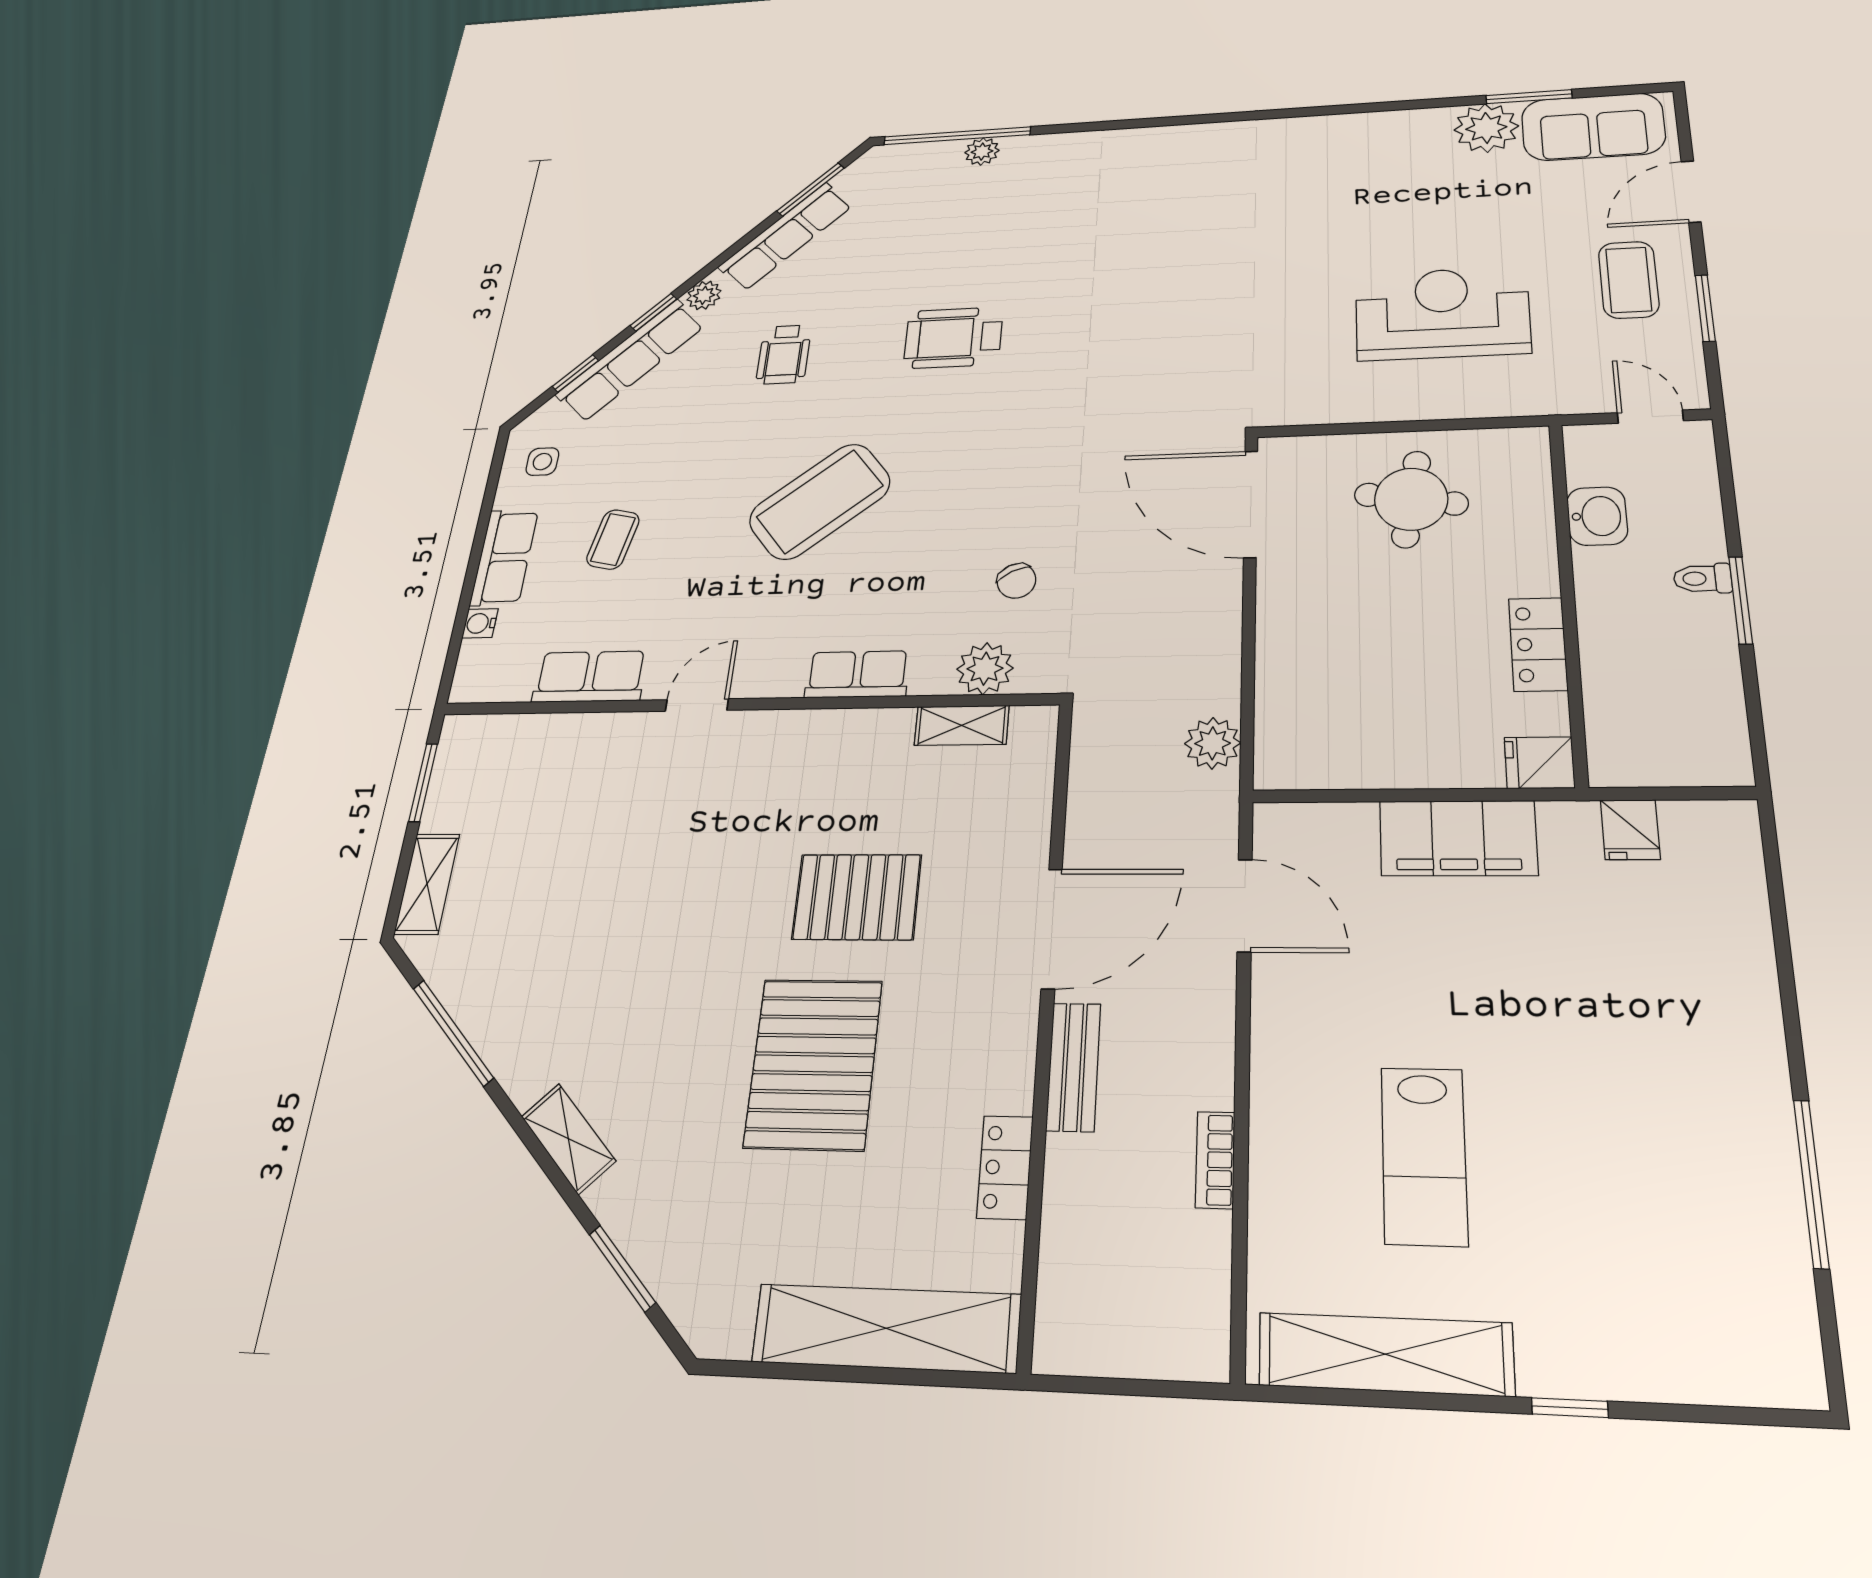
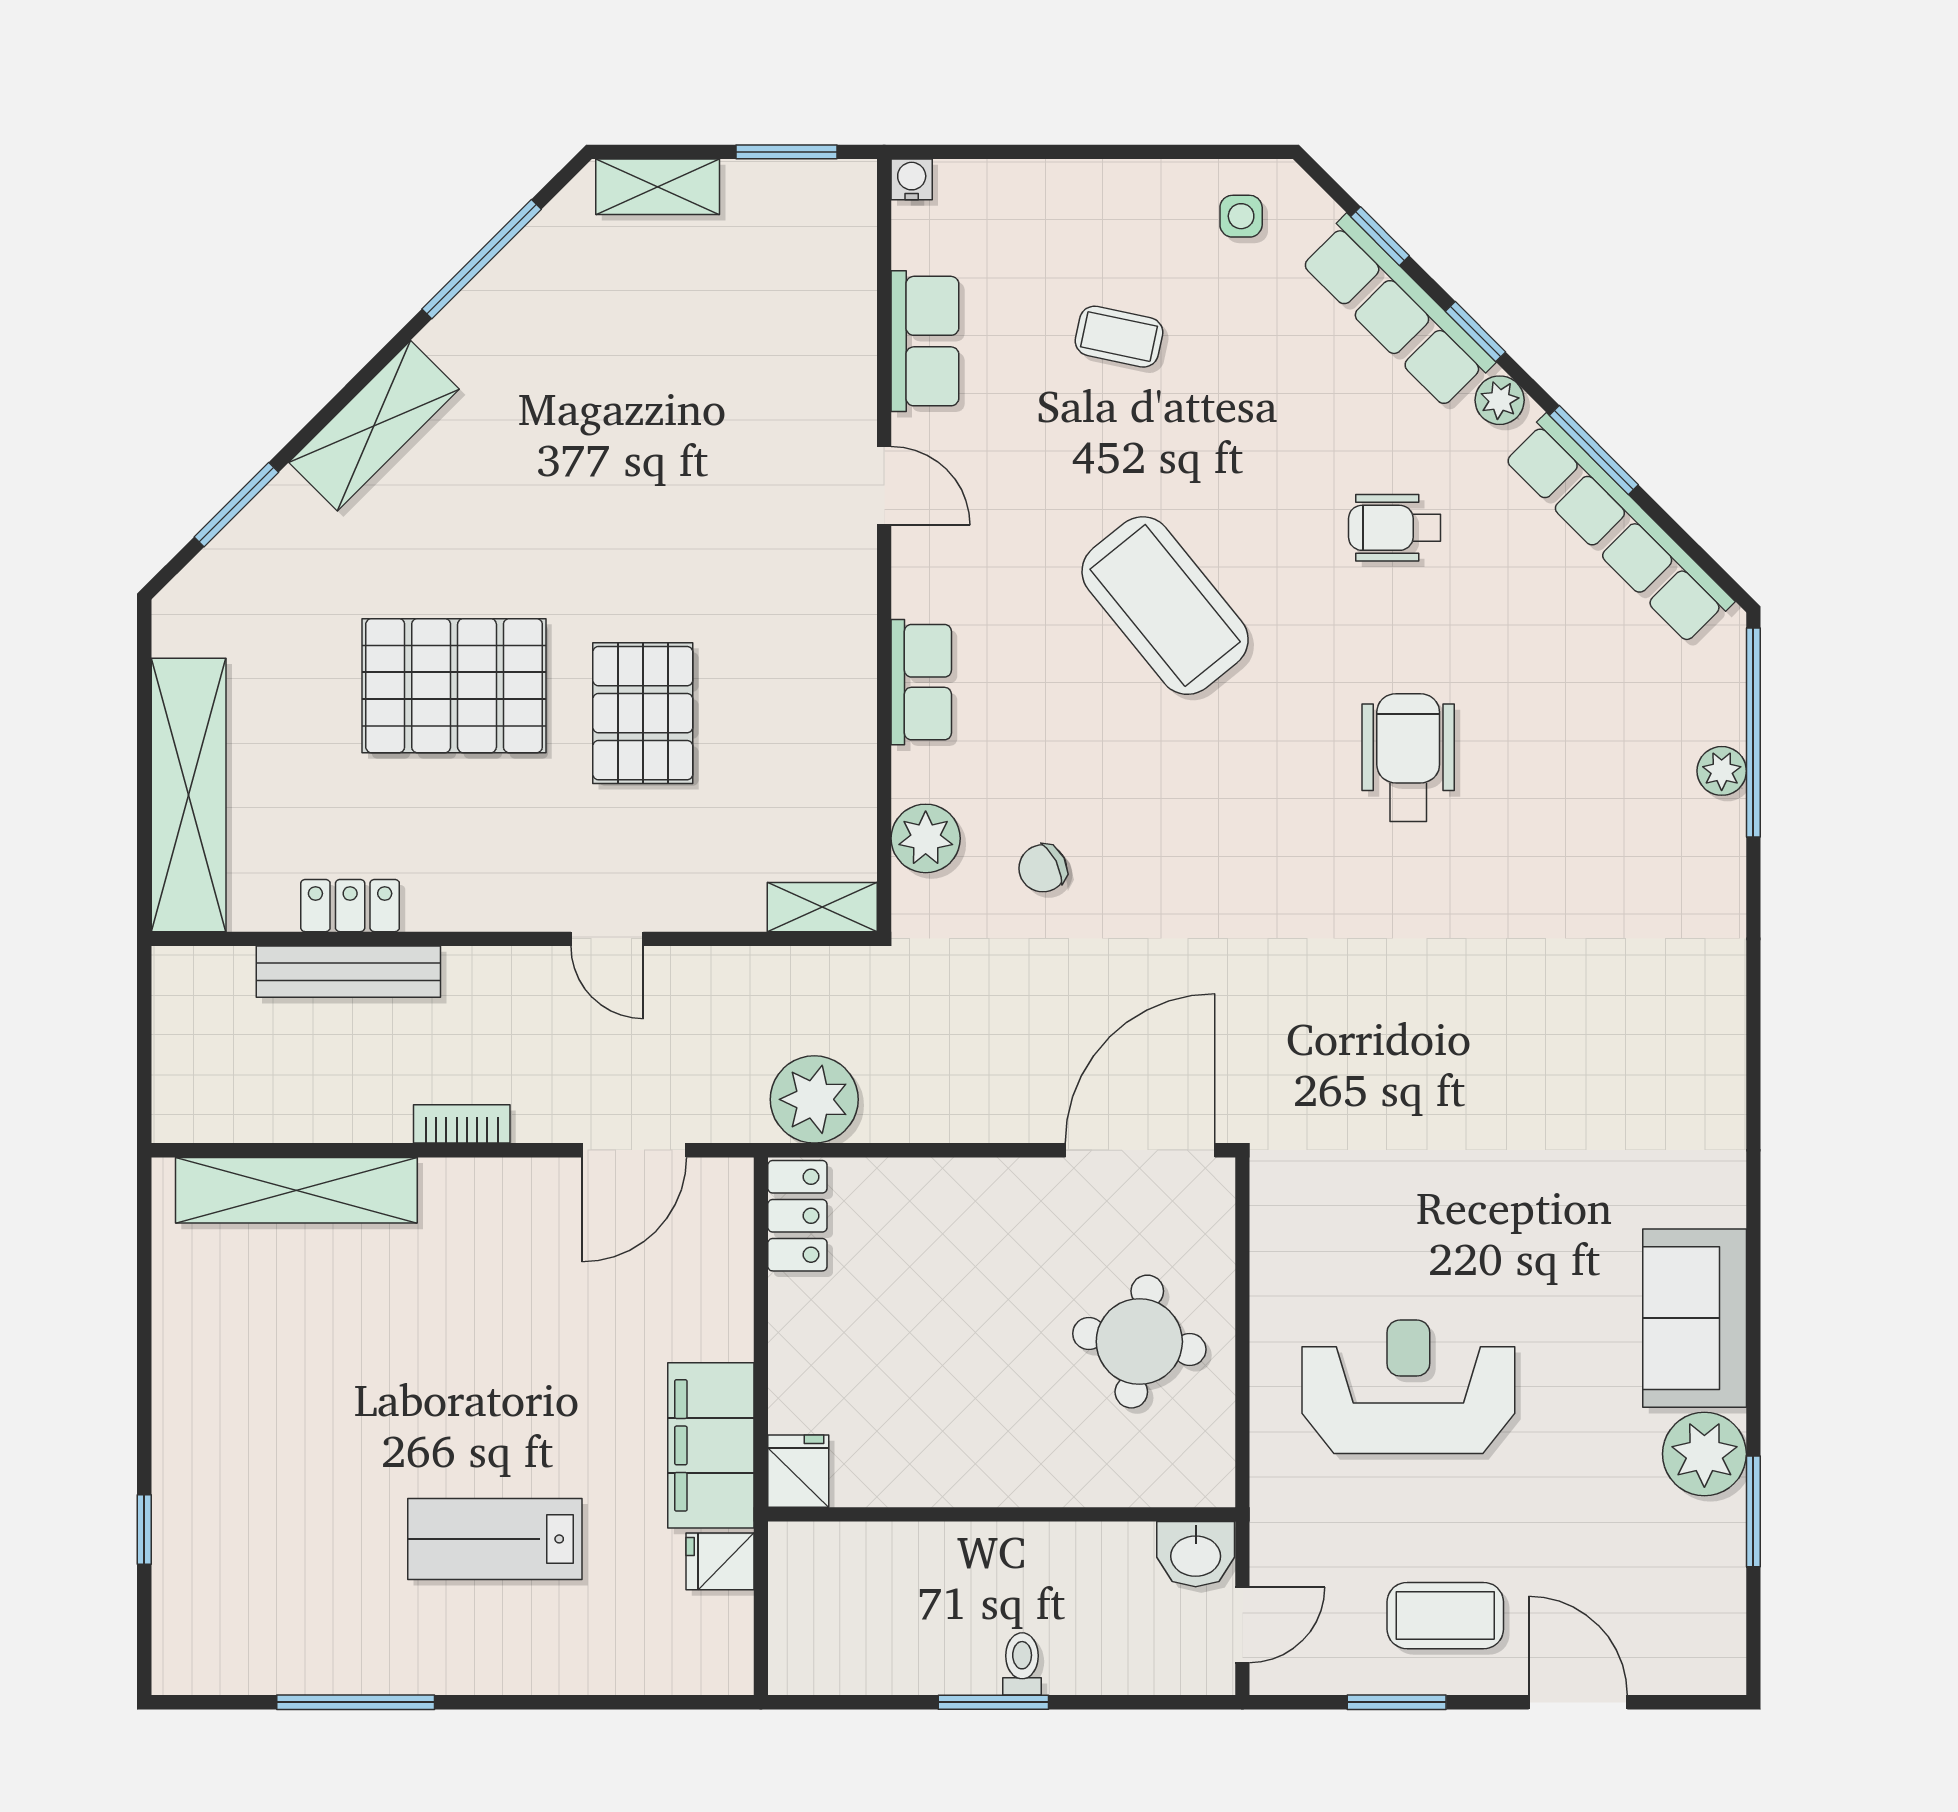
sofa: (1593, 127) -> (1695, 1318), moved
window: (811, 189) -> (1594, 450), moved
row of seats: (786, 236) -> (1618, 529), width x1.36
reception desk: (1442, 313) -> (1408, 1387), turned -90
washbasin: (1597, 516) -> (1196, 1554), moved
row of seats: (504, 557) -> (1098, 192), removed
water cooler: (480, 623) -> (912, 179), moved
locker: (1538, 644) -> (797, 1216), moved, turned 90
shelving: (962, 725) -> (822, 907), moved, turned 90
plant: (1213, 743) -> (814, 1099), width x1.36, depth x1.36
filing cabinet: (1458, 838) -> (711, 1445), moved
door: (1052, 928) -> (607, 939), width x0.53
bench: (1073, 1067) -> (348, 972), moved, width x1.36
shelving: (568, 1139) -> (374, 426), width x1.50, depth x1.33
lab bench: (1424, 1156) -> (495, 1539), moved
bookcase: (1215, 1160) -> (462, 1124), moved
shelving: (1385, 1354) -> (296, 1190), moved, turned 90
window: (1570, 1408) -> (144, 1530), moved

